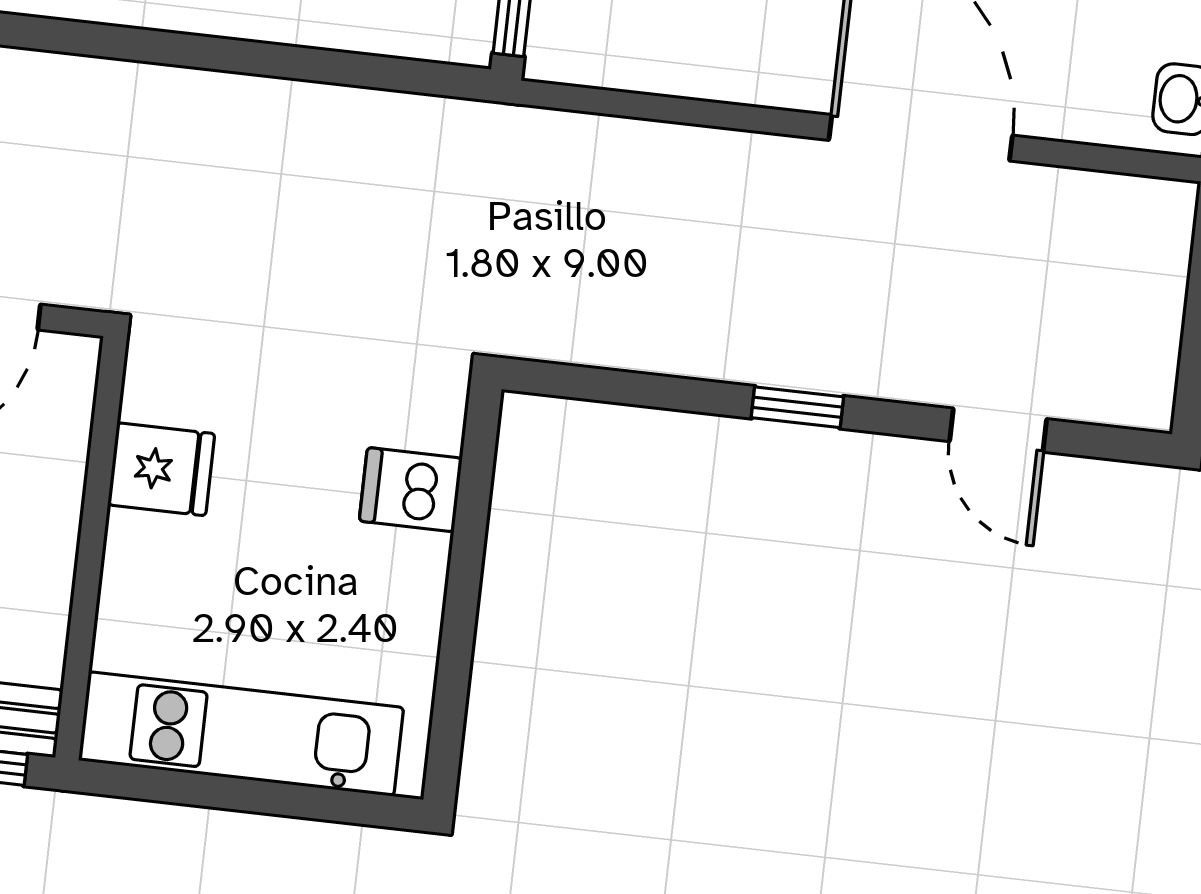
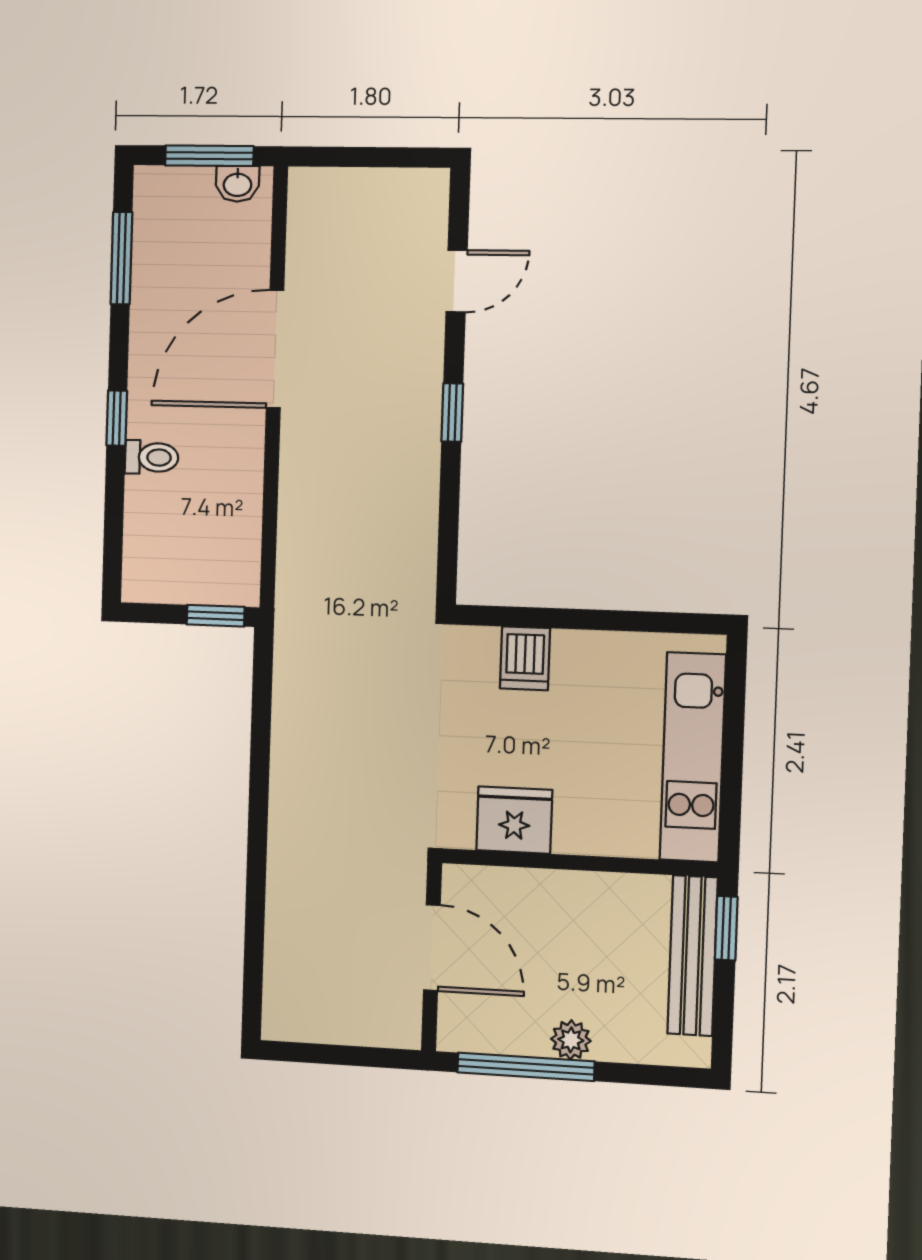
fridge: (161, 469) -> (514, 820), width x1.38

